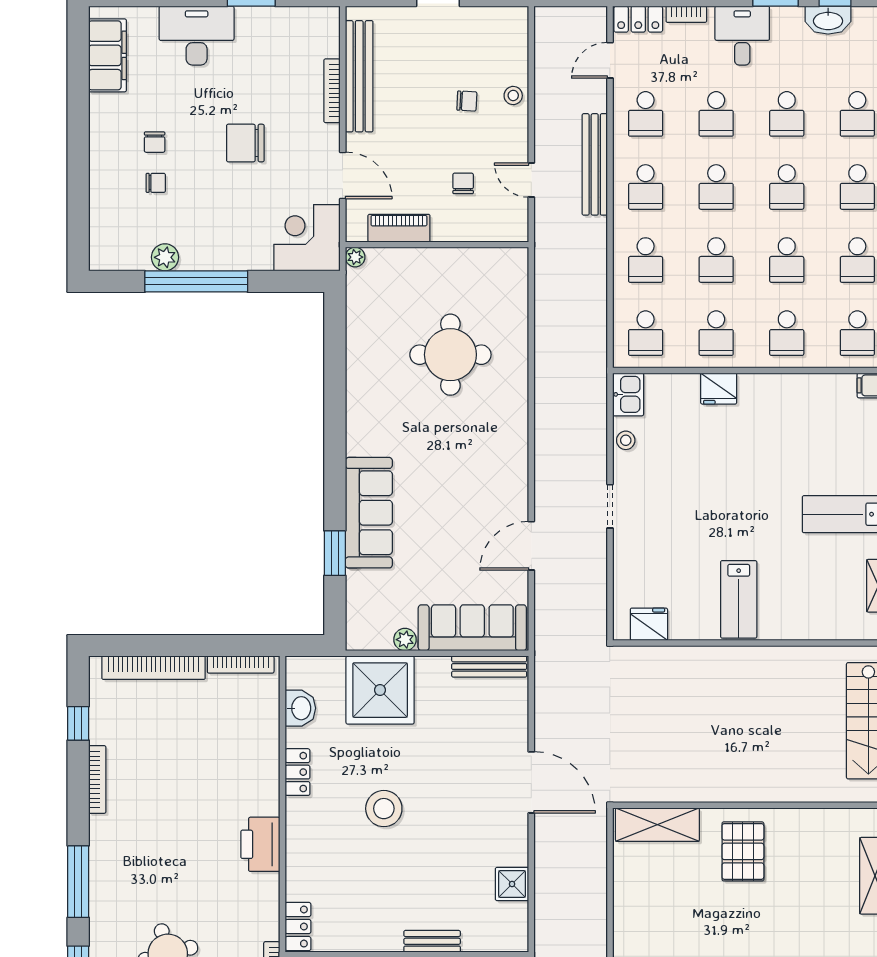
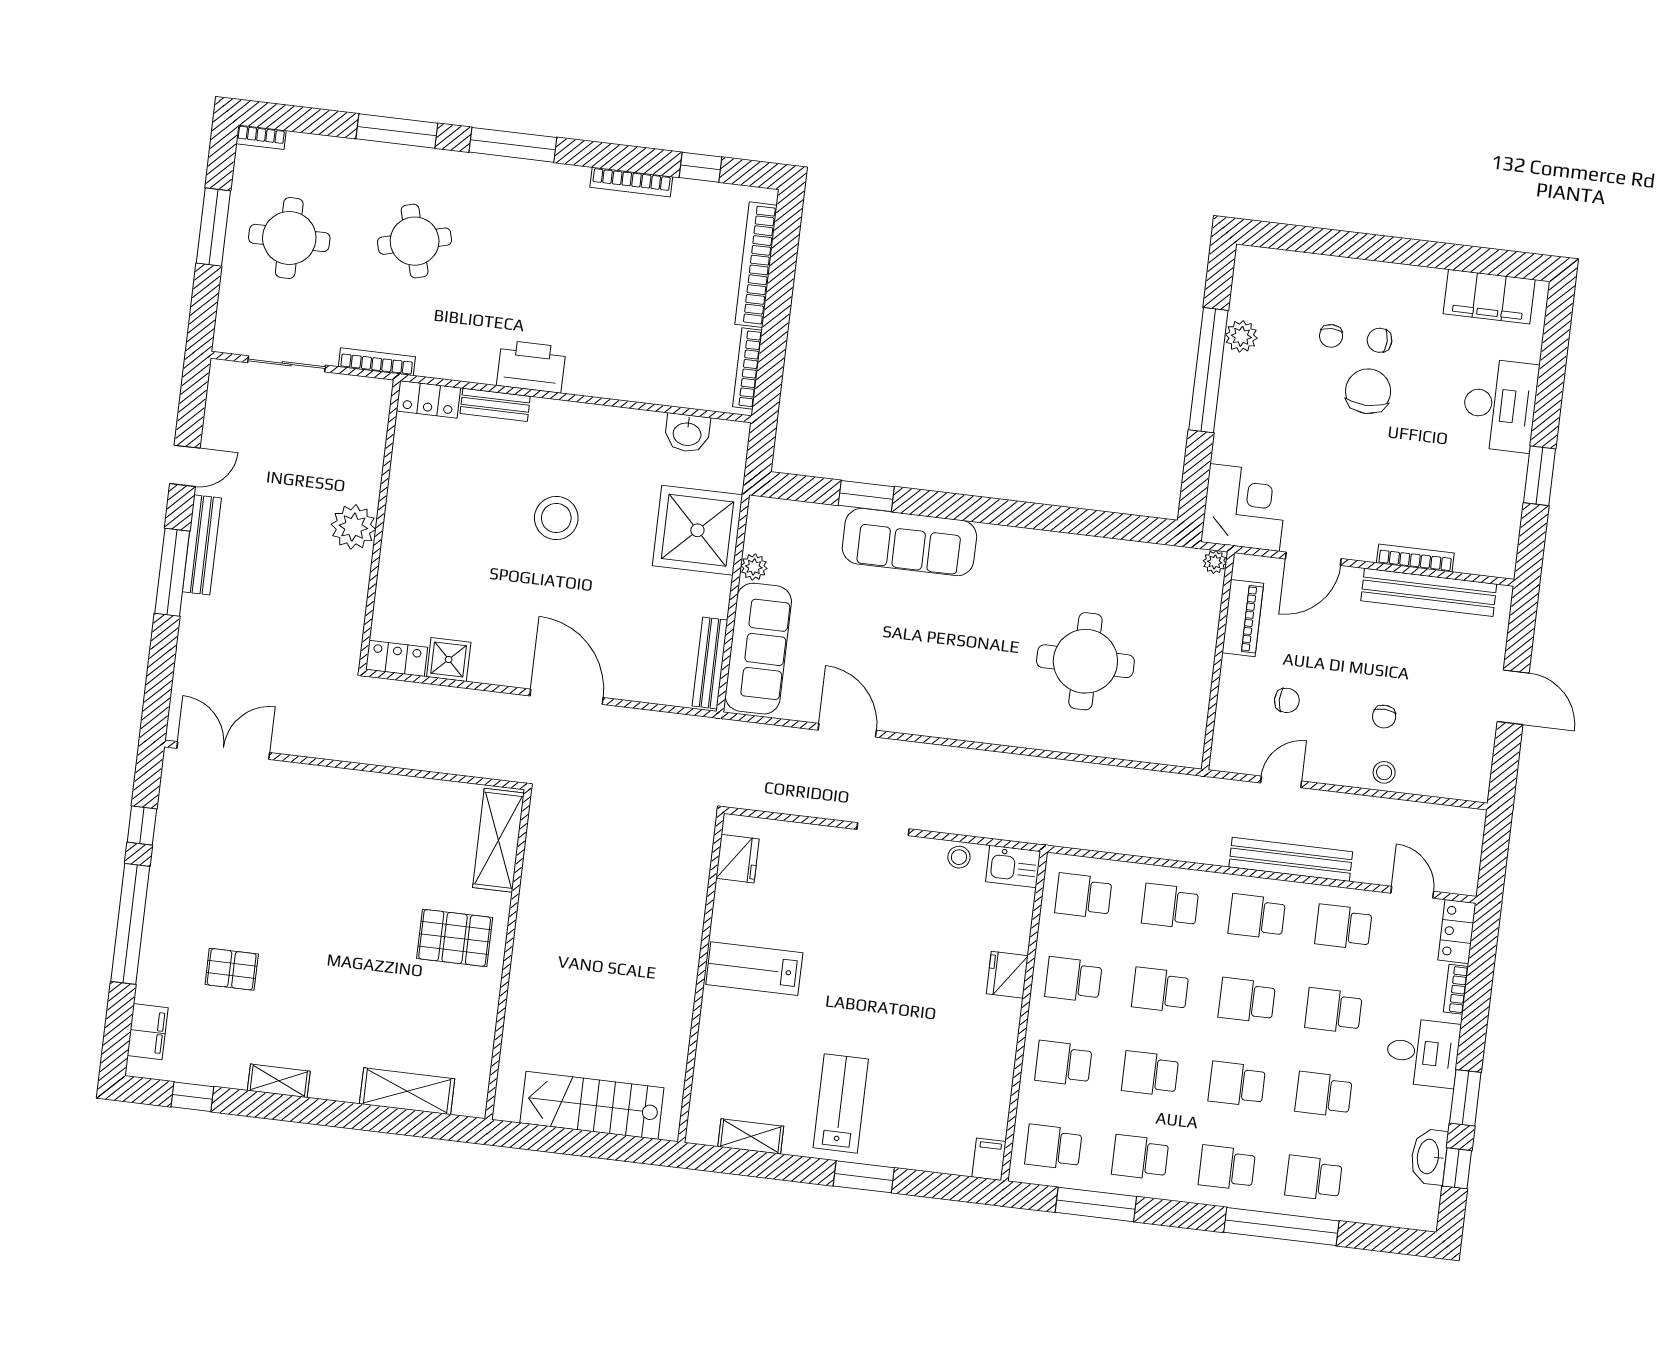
chair: (245, 143) -> (1368, 391), moved
locker: (298, 772) -> (397, 658), moved, turned 180
door: (531, 782) -> (567, 697), swing flipped
bench: (432, 941) -> (495, 405), moved, turned 90

